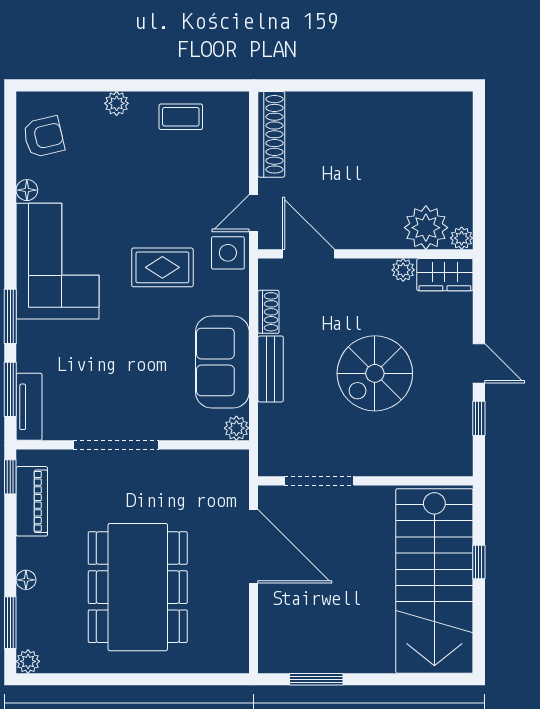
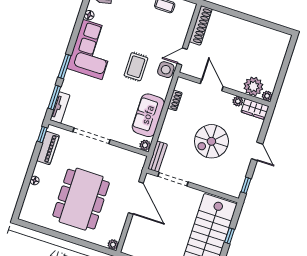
door: (308, 254) -> (212, 85), moved
rug: (162, 267) -> (136, 67), turned 90
bench: (271, 369) -> (157, 156), moved
window: (479, 418) -> (246, 185), moved
window: (10, 623) -> (22, 197), removed
plant: (28, 661) -> (113, 245), moved

